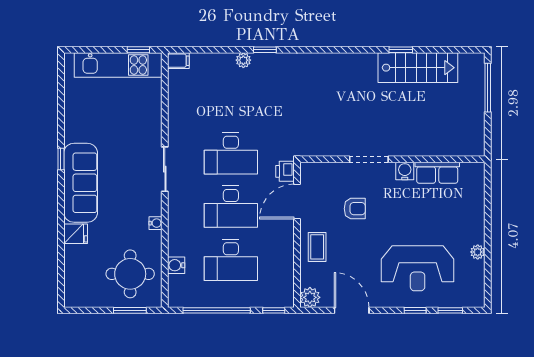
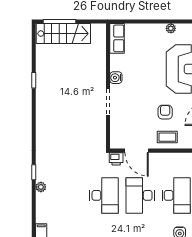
stairs: (418, 68) -> (63, 34), moved, turned 90
row of seats: (437, 173) -> (117, 38), moved
desk: (231, 207) -> (140, 195), turned 180
armchair: (355, 209) -> (165, 112), moved

